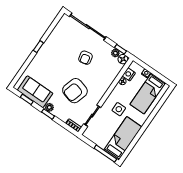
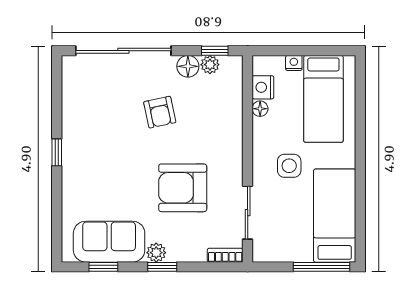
floor lamp: (123, 59) -> (188, 66), moved
armchair: (75, 91) -> (183, 188), turned 74

